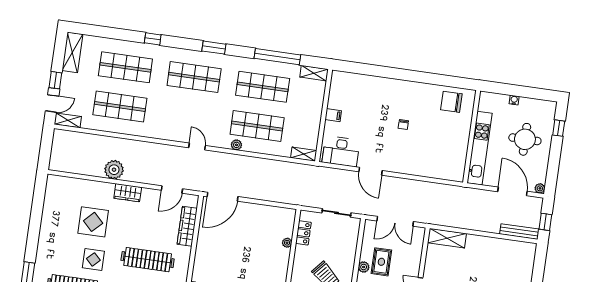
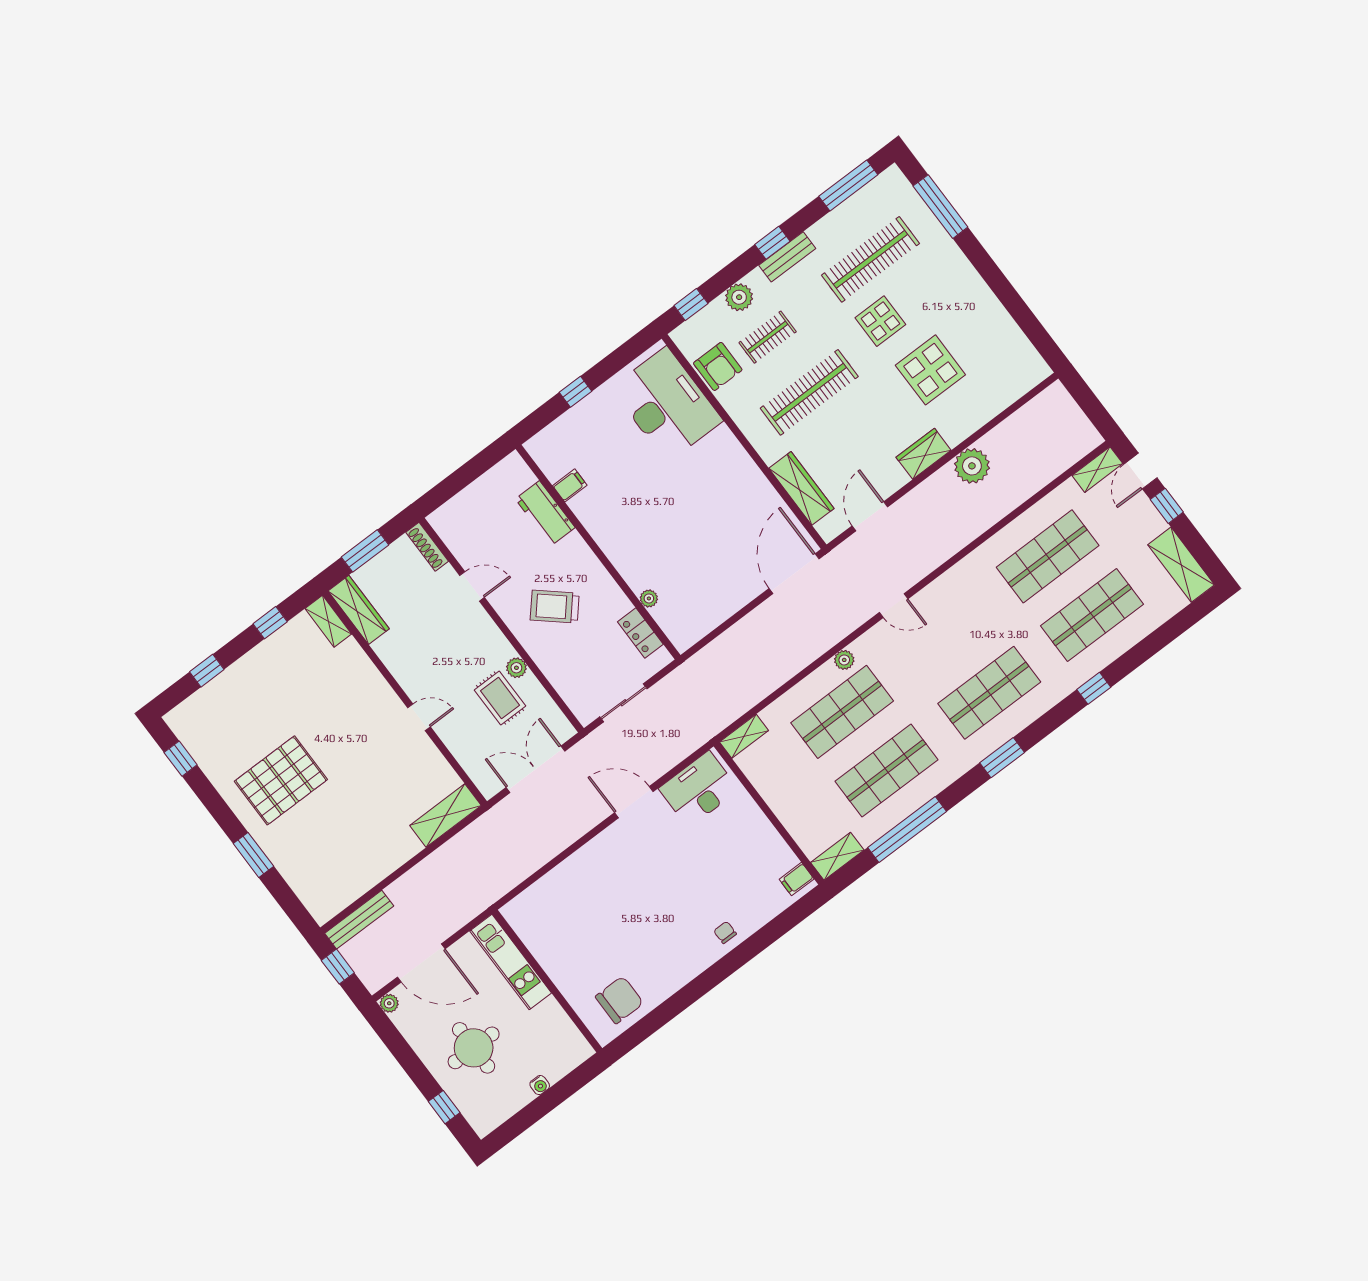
filing cabinet: (333, 115) -> (797, 879), moved
chair: (403, 125) -> (725, 932), moved
kitchen unit: (479, 148) -> (511, 962), width x0.73

